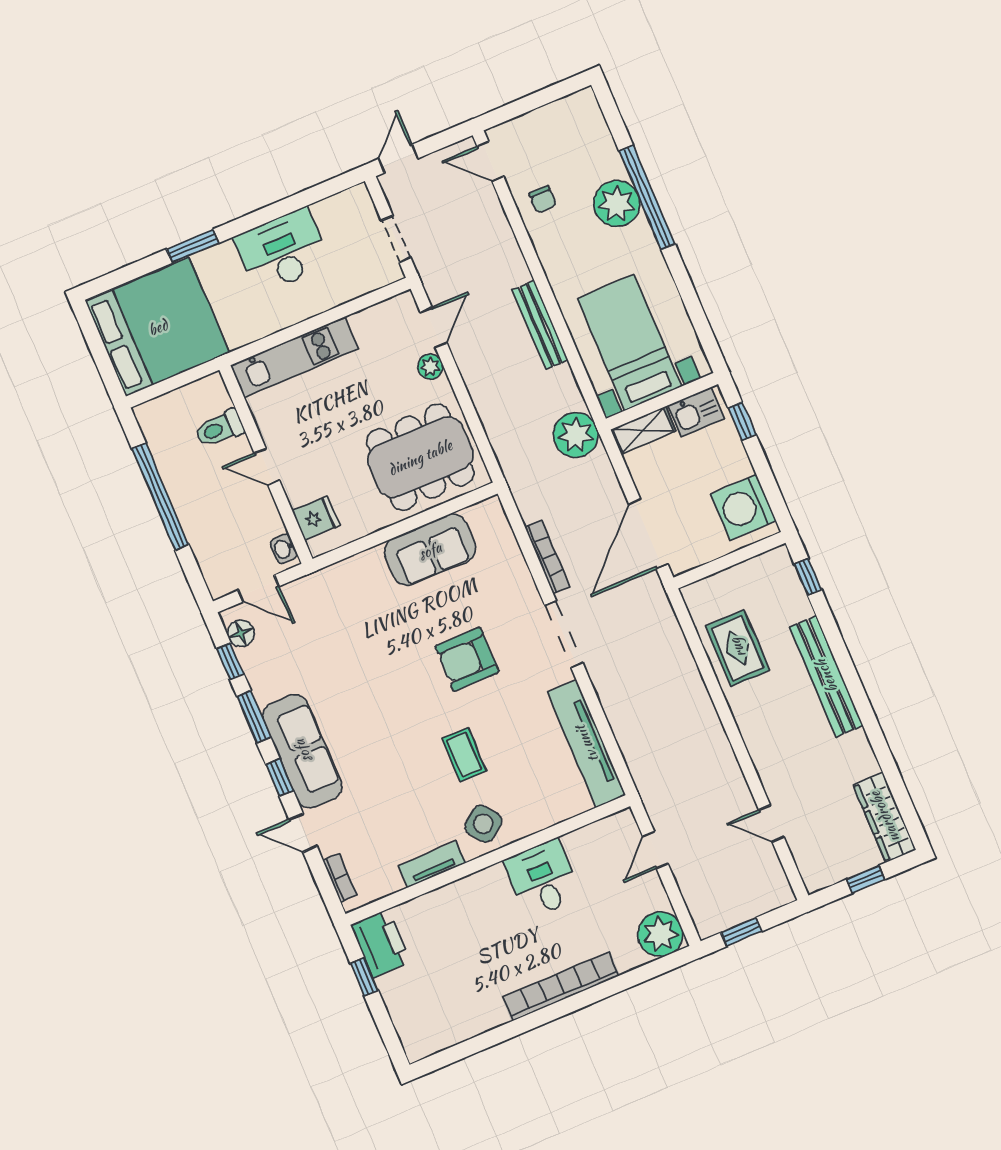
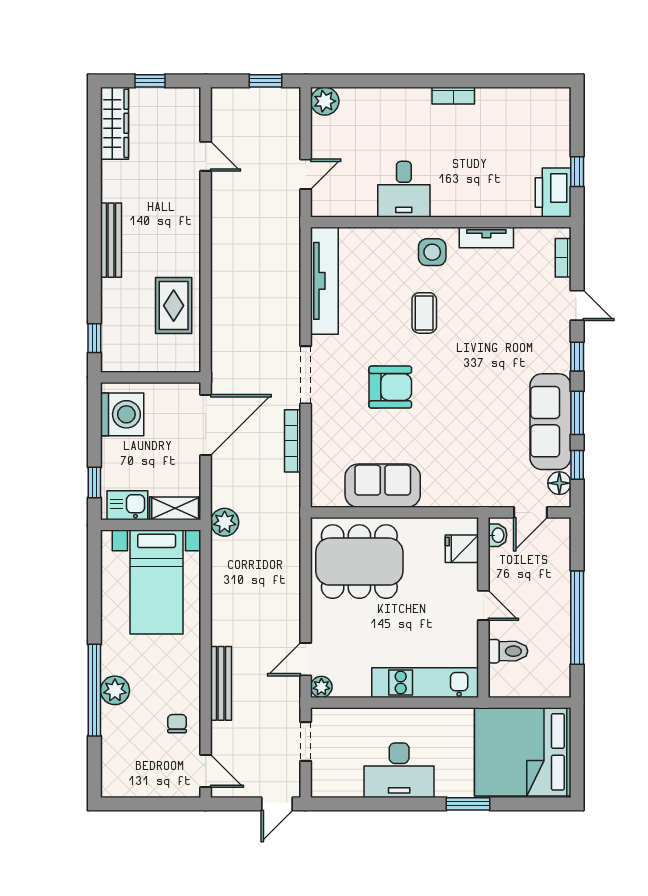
plant: (617, 204) -> (115, 690), width x0.73, depth x0.73
bench: (540, 325) -> (221, 683), moved
plant: (430, 367) -> (321, 687), moved
plant: (576, 435) -> (225, 522), width x0.73, depth x0.73
door: (259, 588) -> (531, 512), swing flipped
bench: (826, 676) -> (111, 240), width x0.73, depth x0.82
sofa: (302, 751) -> (550, 422), moved
side table: (483, 824) -> (432, 252), turned 37
plant: (660, 934) -> (325, 101), width x0.73, depth x0.73
bookcase: (561, 986) -> (453, 96), width x0.43, depth x0.76

